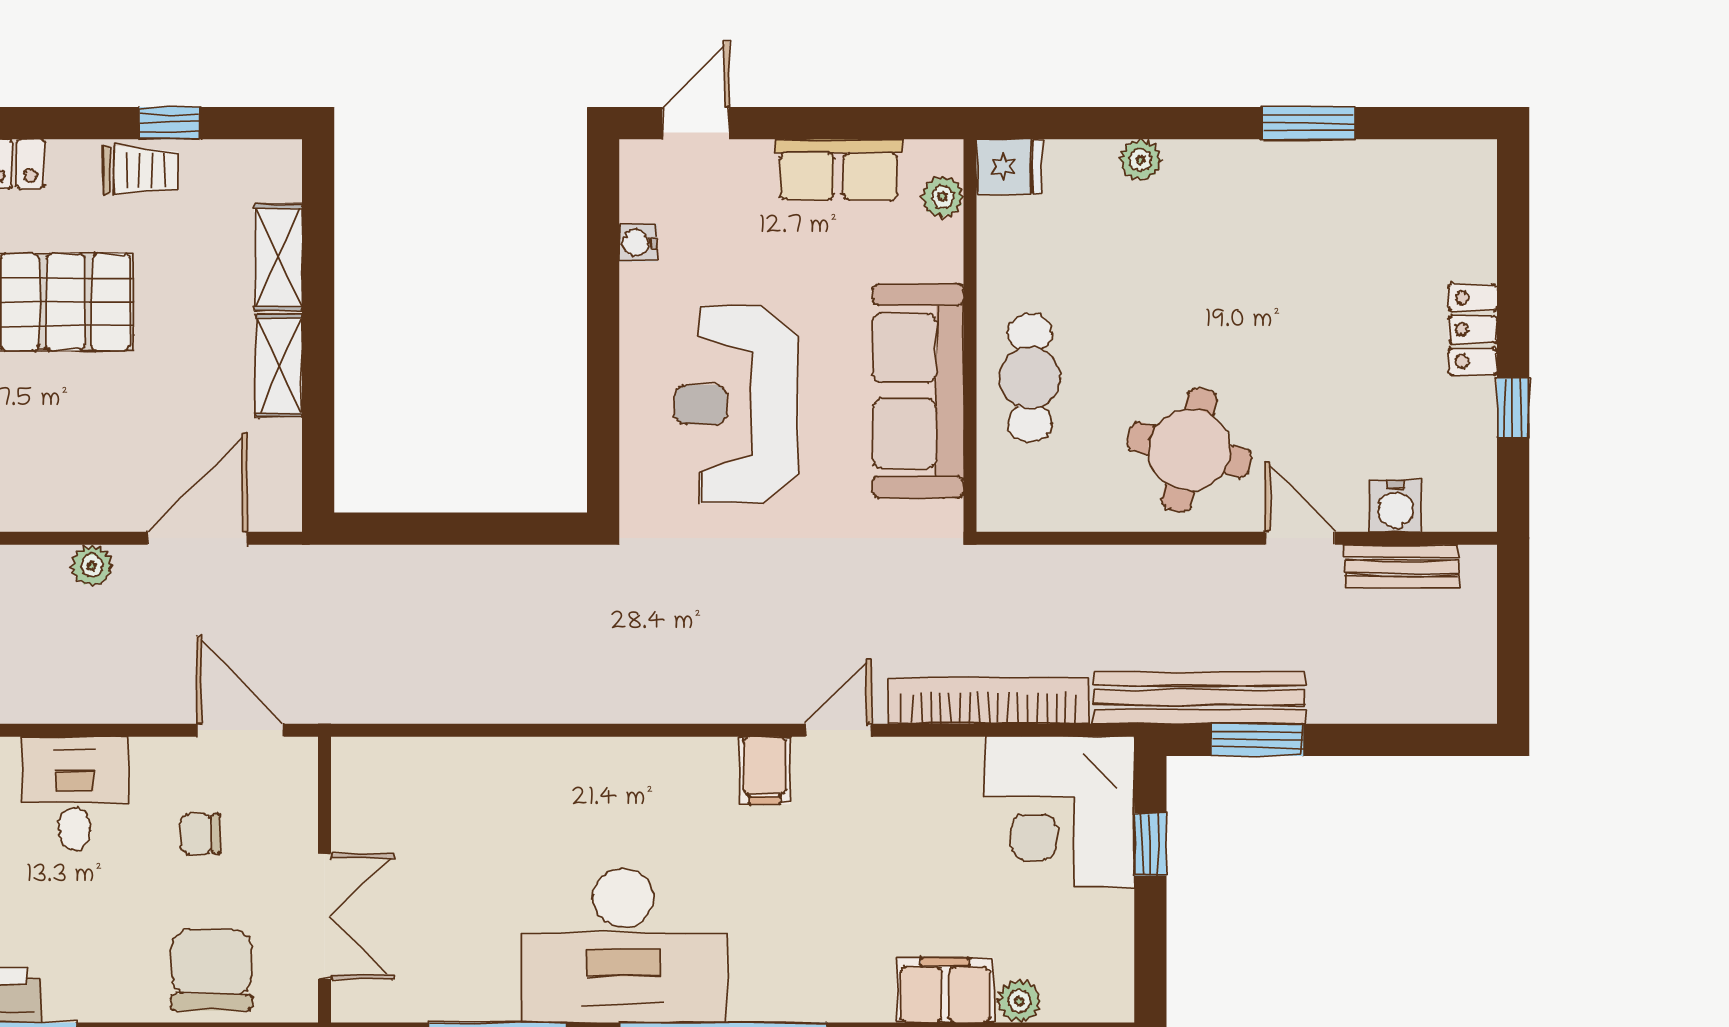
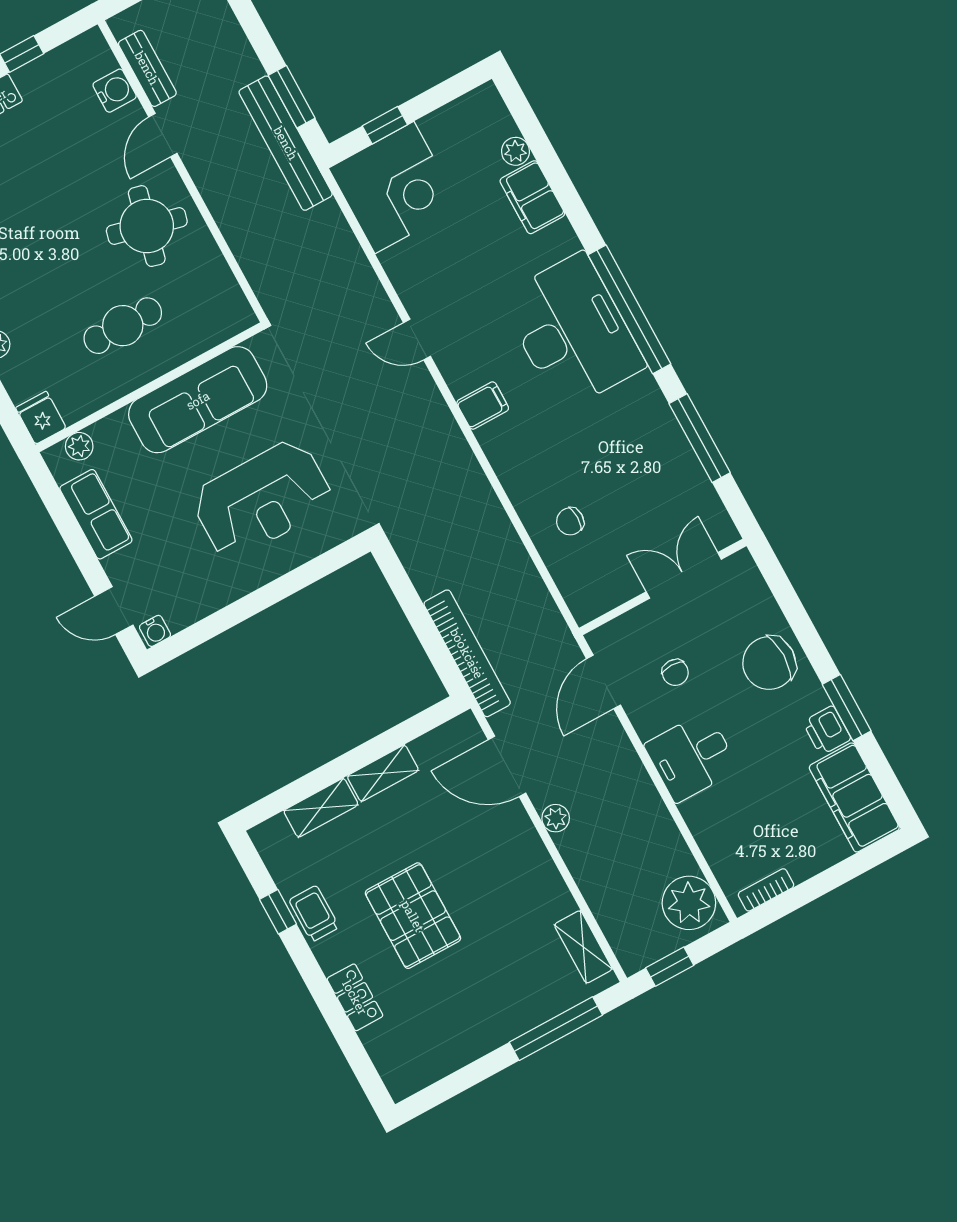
water cooler: (638, 243) -> (155, 631), moved
cafe table: (1030, 378) -> (123, 326), moved
bookcase: (989, 701) -> (467, 653), moved, turned 180
filing cabinet: (765, 770) -> (483, 406), moved
chair: (481, 803) -> (570, 521), added
desk: (623, 946) -> (572, 332), moved
chair: (211, 970) -> (769, 663), moved

